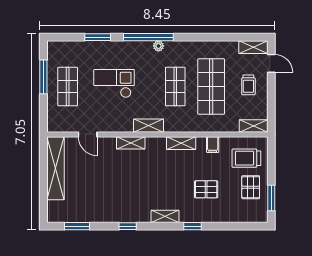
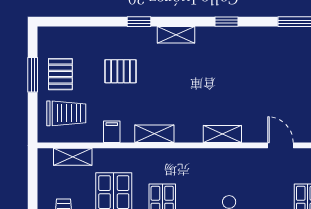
shelving: (149, 126) -> (198, 157), removed
shelving: (254, 126) -> (73, 157), moved
window: (271, 198) -> (33, 75), moved

